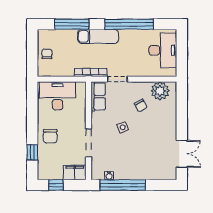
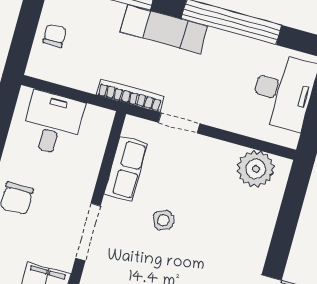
desk: (57, 96) -> (53, 123), width x0.73
row of seats: (98, 96) -> (126, 169), moved
chair: (141, 106) -> (210, 187), removed

